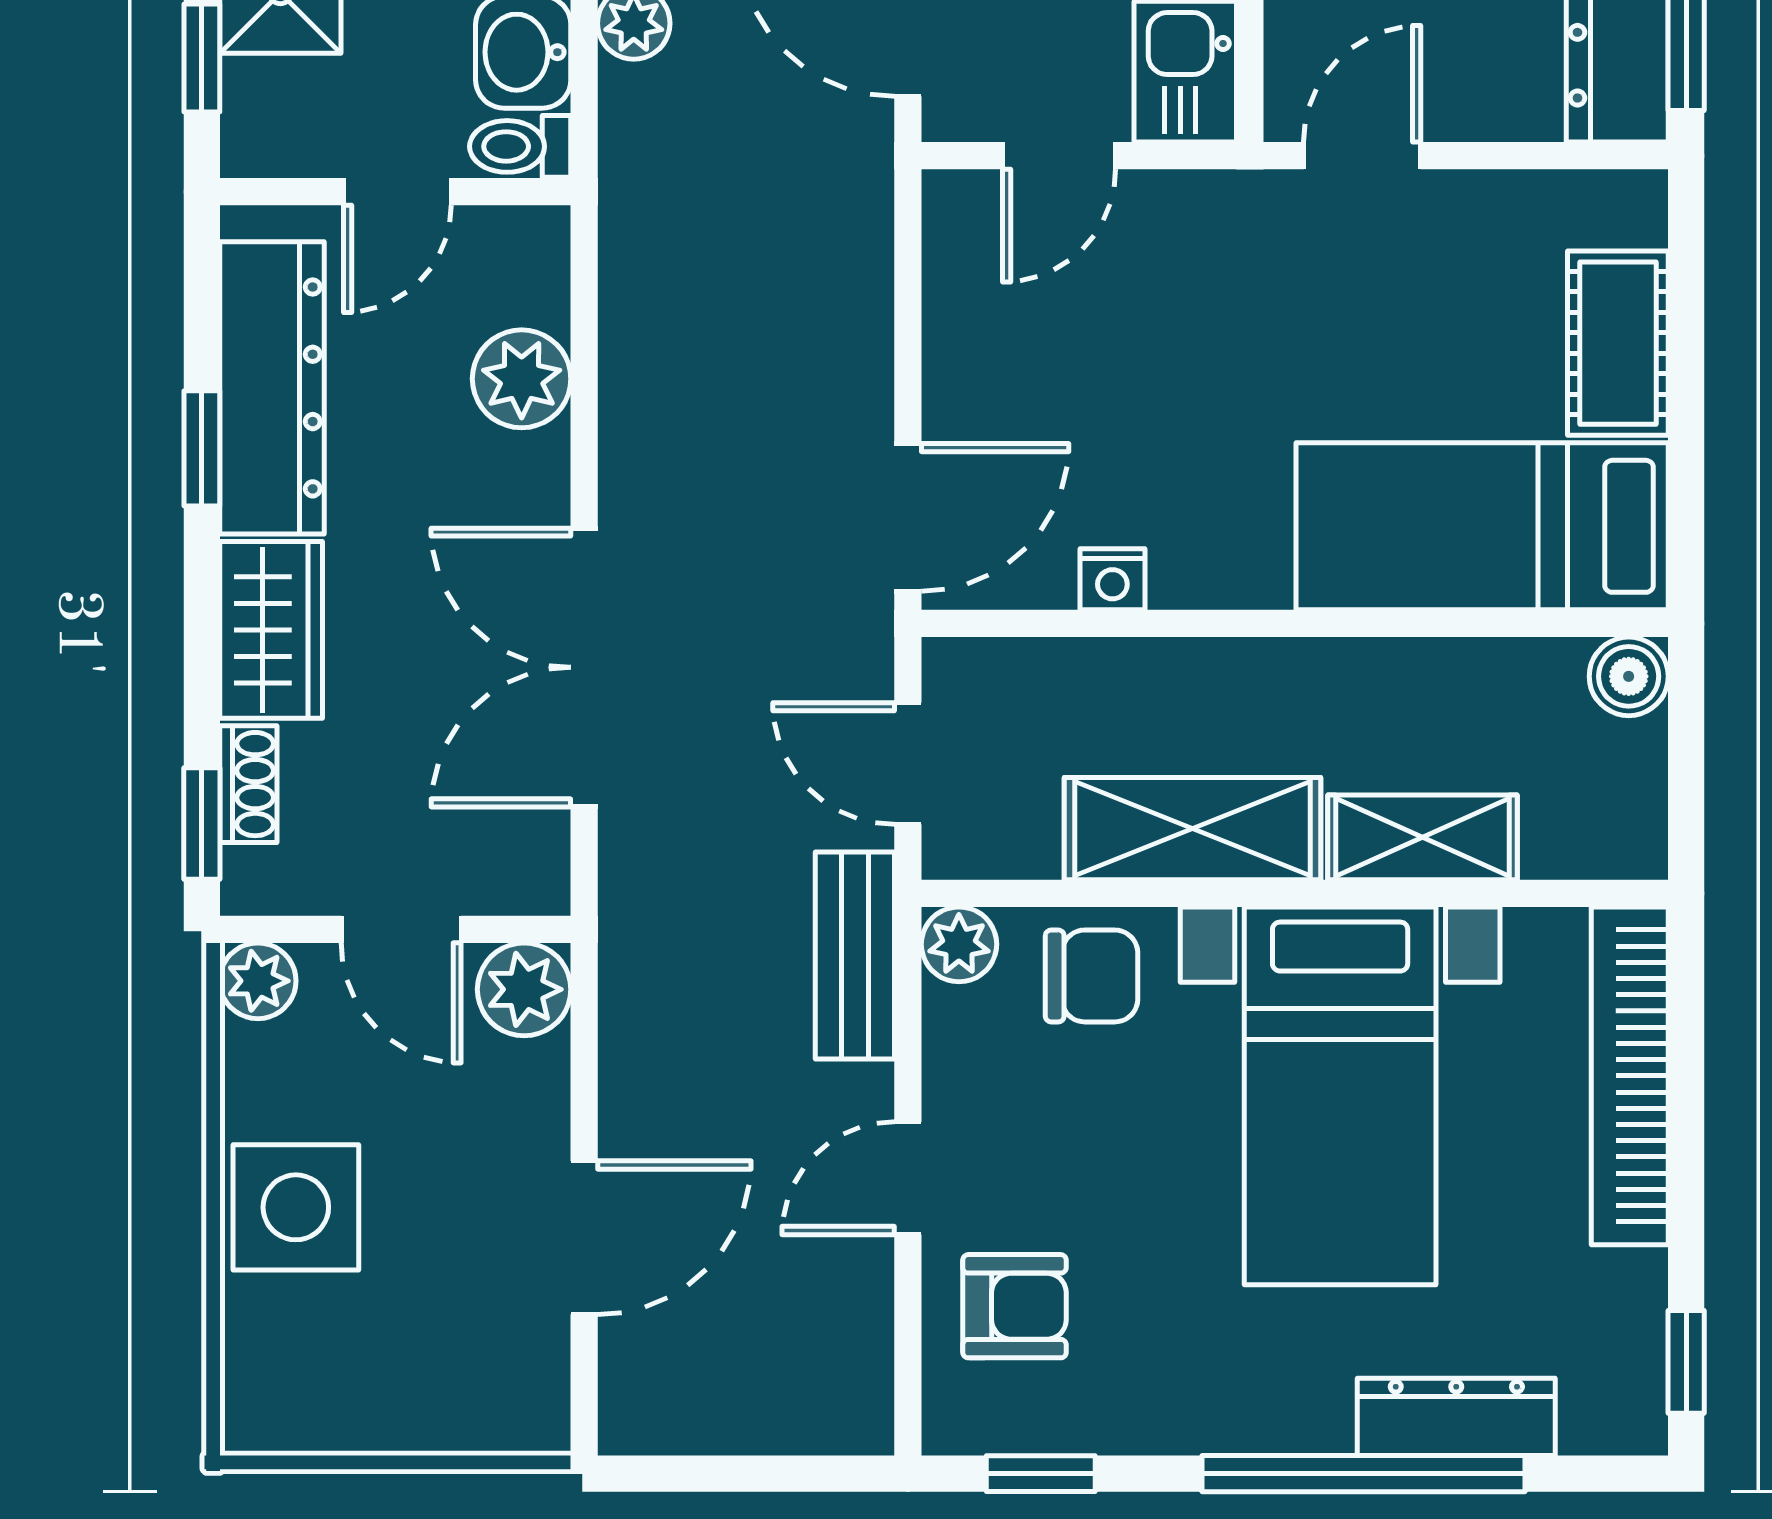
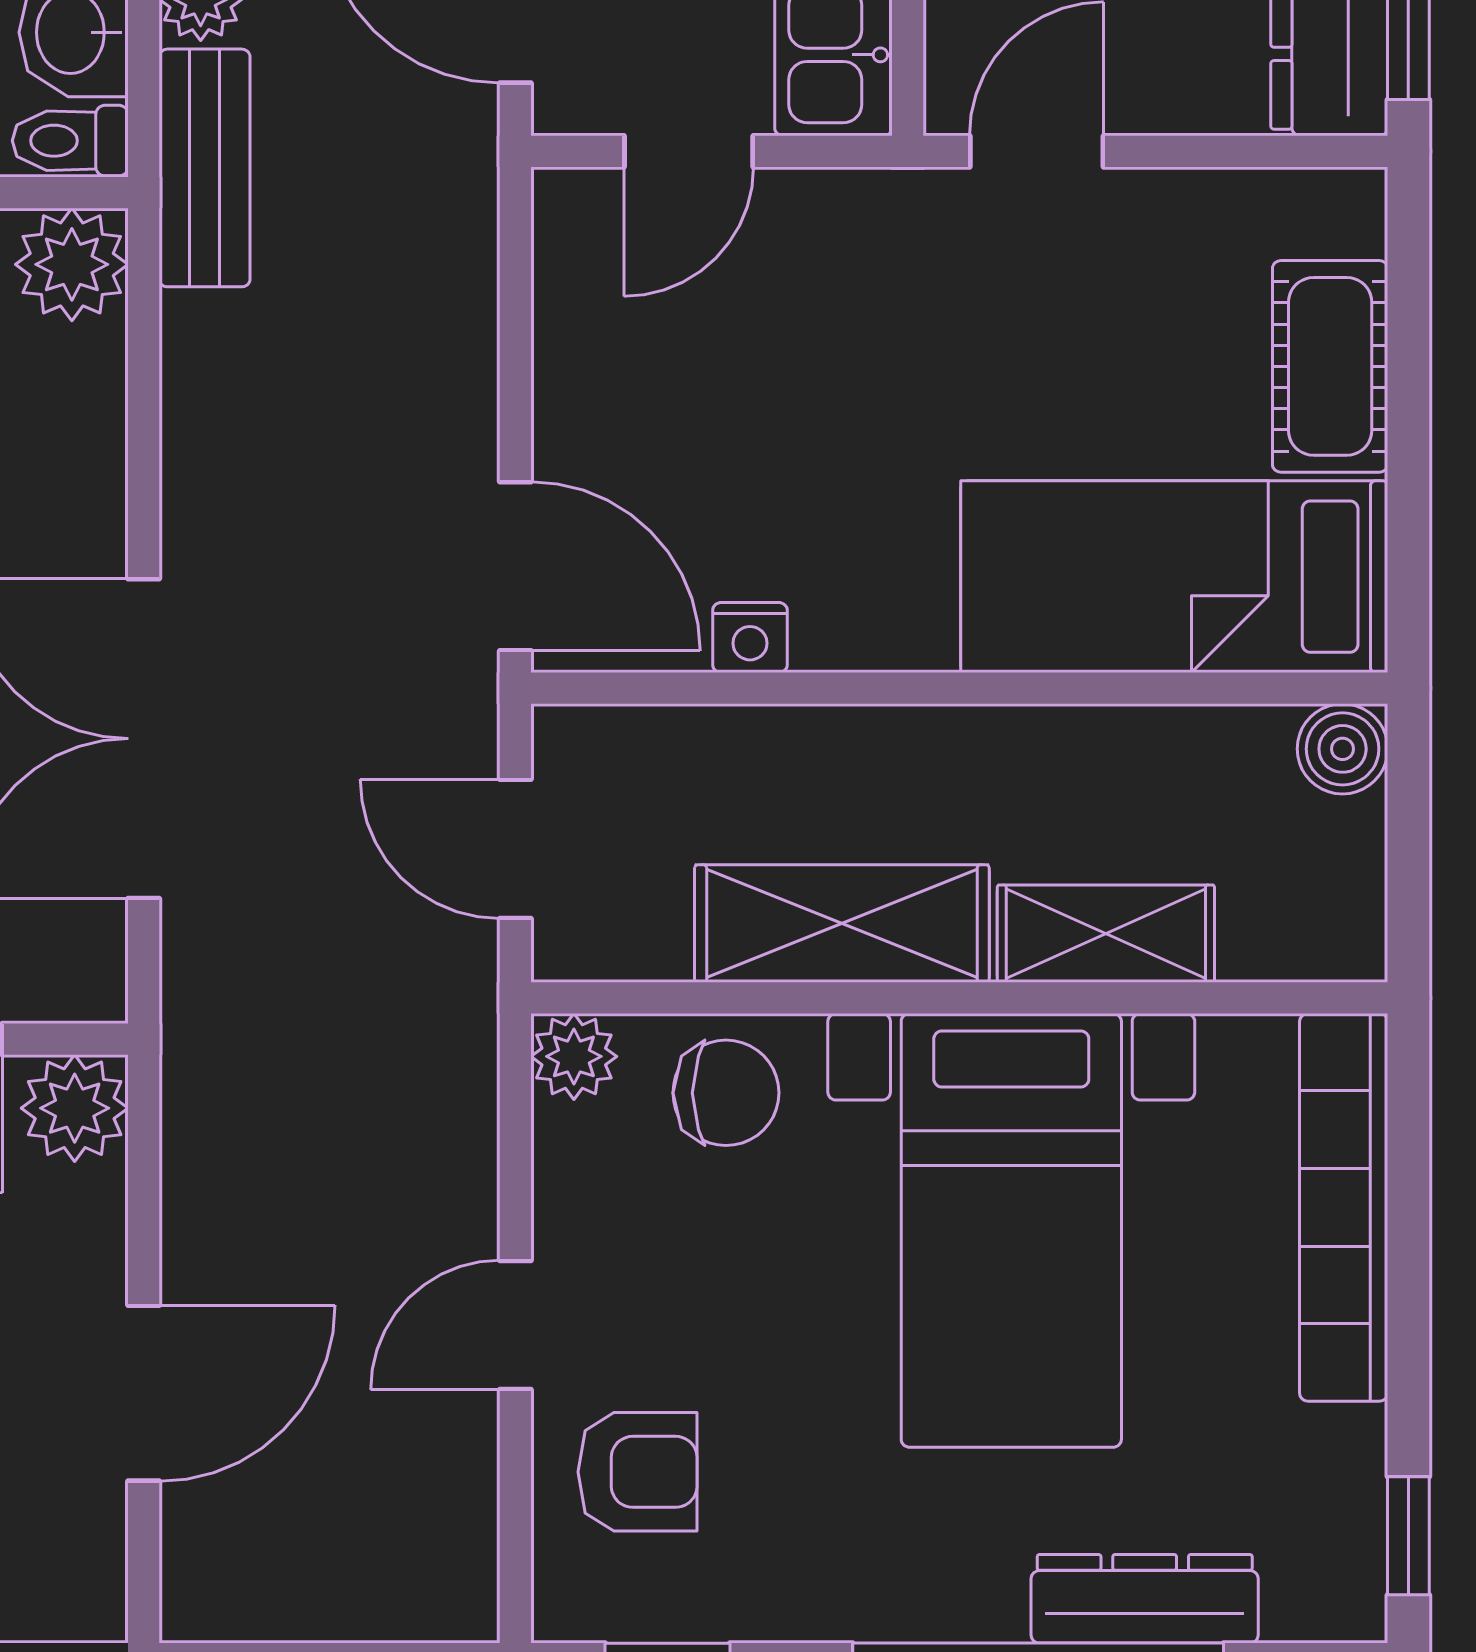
plant: (522, 379) -> (72, 264), moved
door: (908, 517) -> (515, 566), hinge flipped
bench: (855, 955) -> (205, 168), moved

